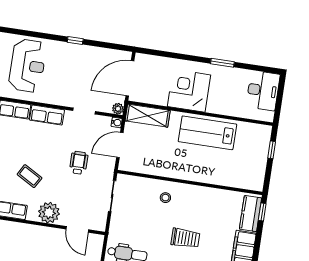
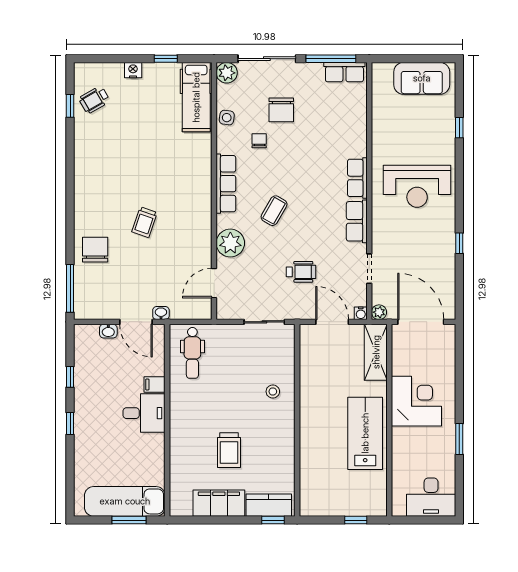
trolley: (185, 238) -> (229, 450), moved

